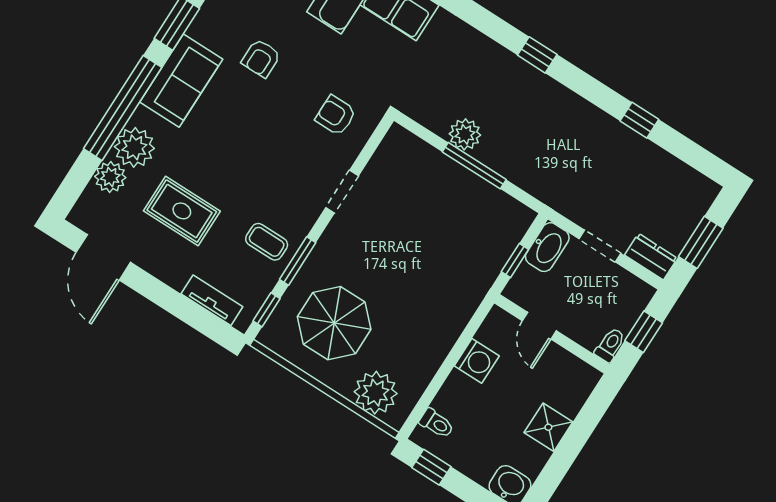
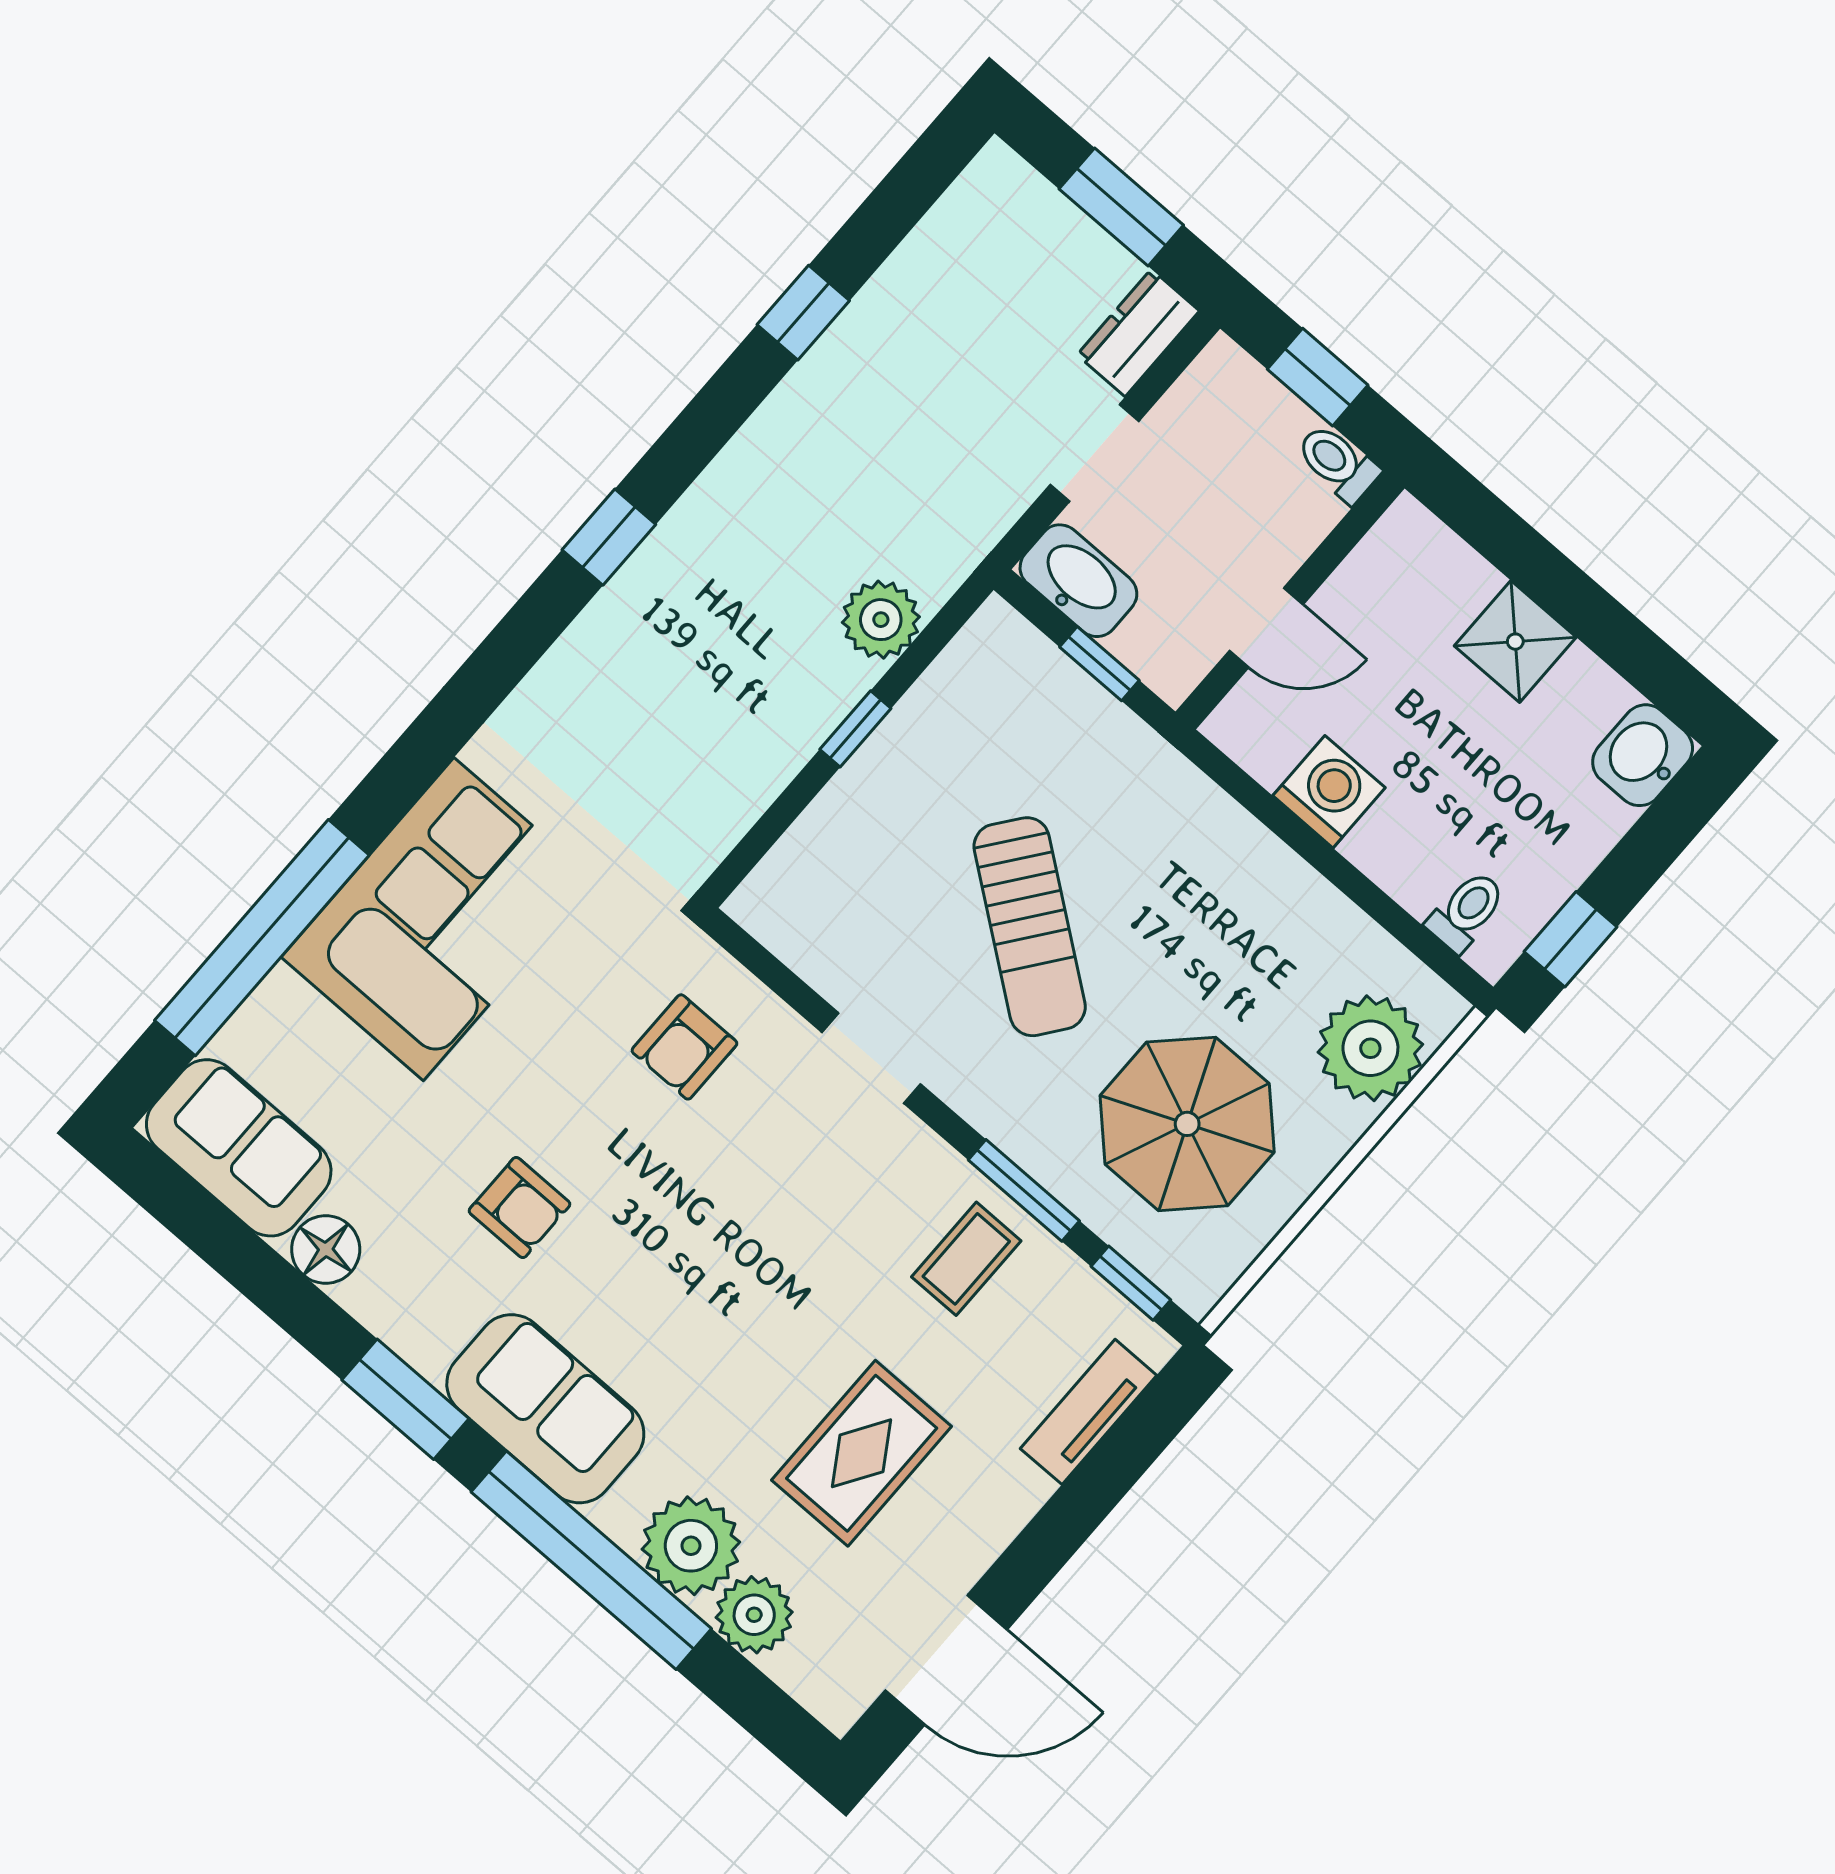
plant: (465, 134) -> (881, 620), moved
window: (474, 166) -> (855, 729), width x0.46
sun lounger: (405, 248) -> (1030, 927), added

